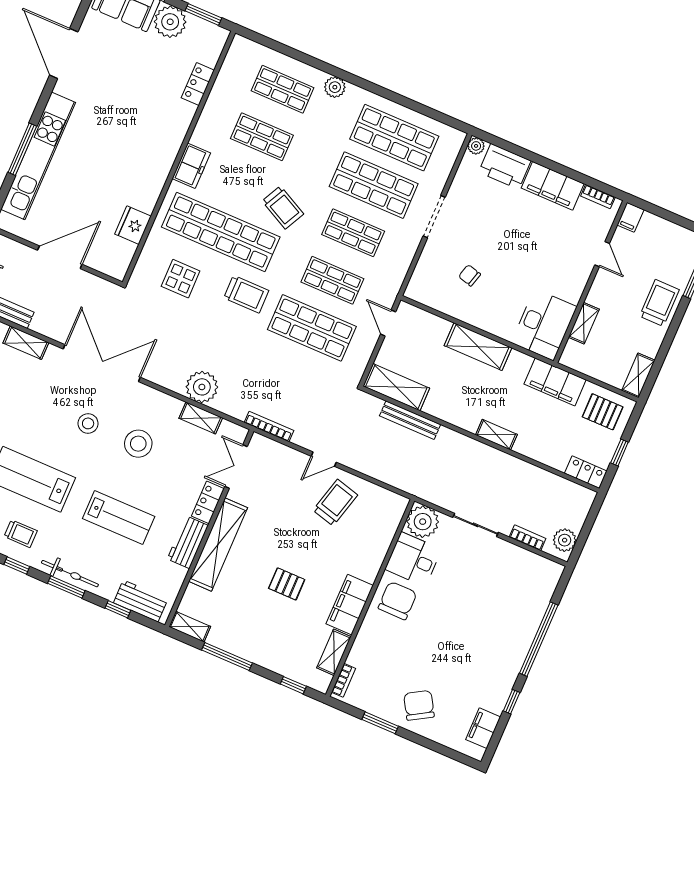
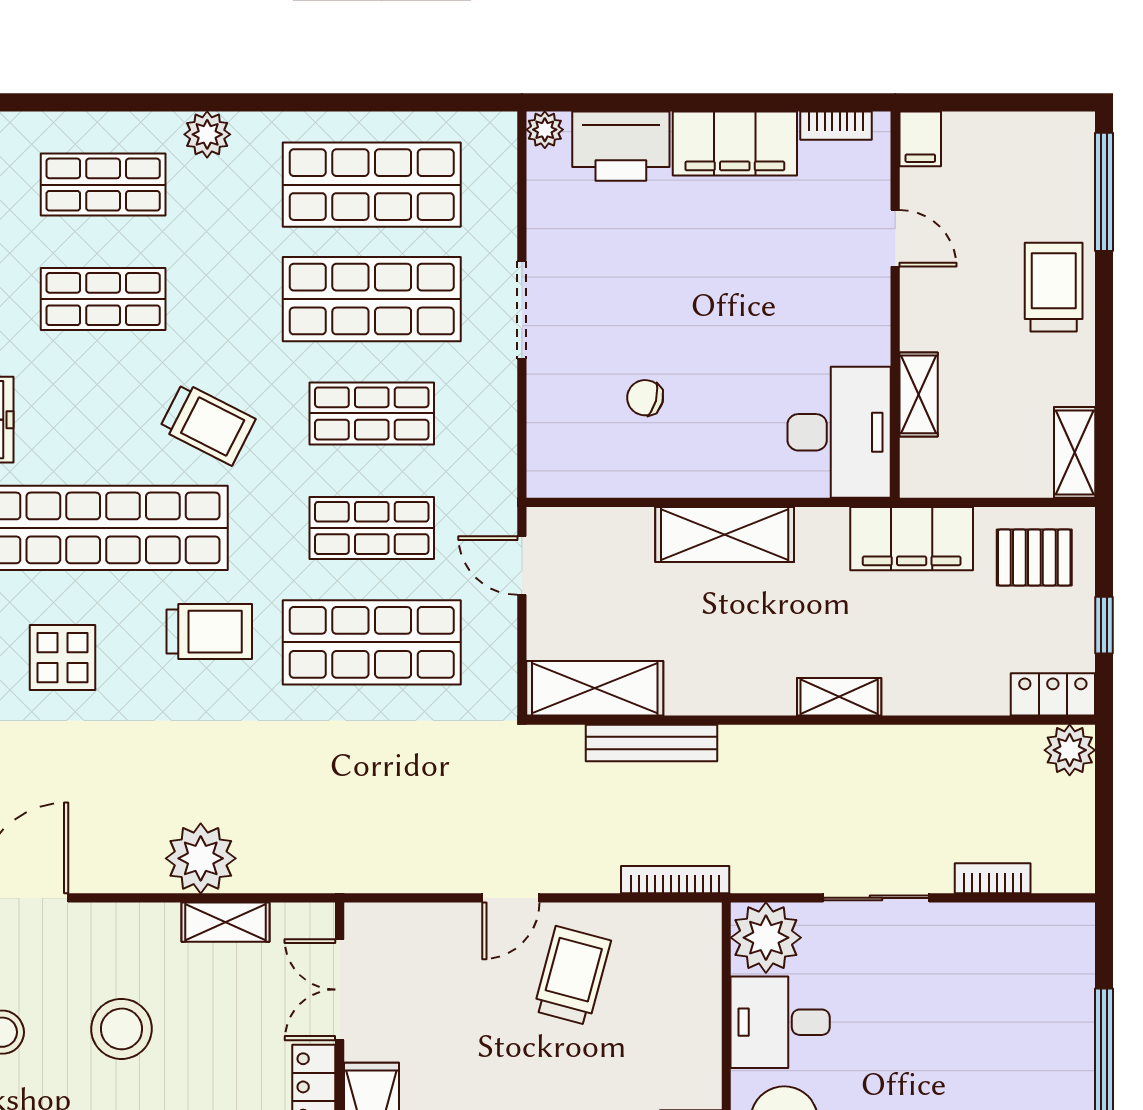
bookcase: (269, 427) -> (675, 880), moved
plant: (565, 540) -> (1070, 750), moved

